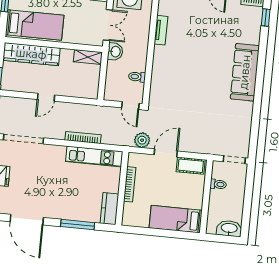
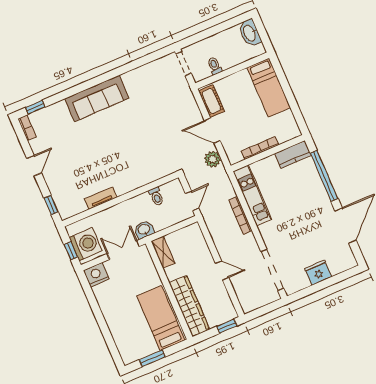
door: (130, 106) -> (192, 201), moved
window: (78, 225) -> (324, 176), width x1.46

